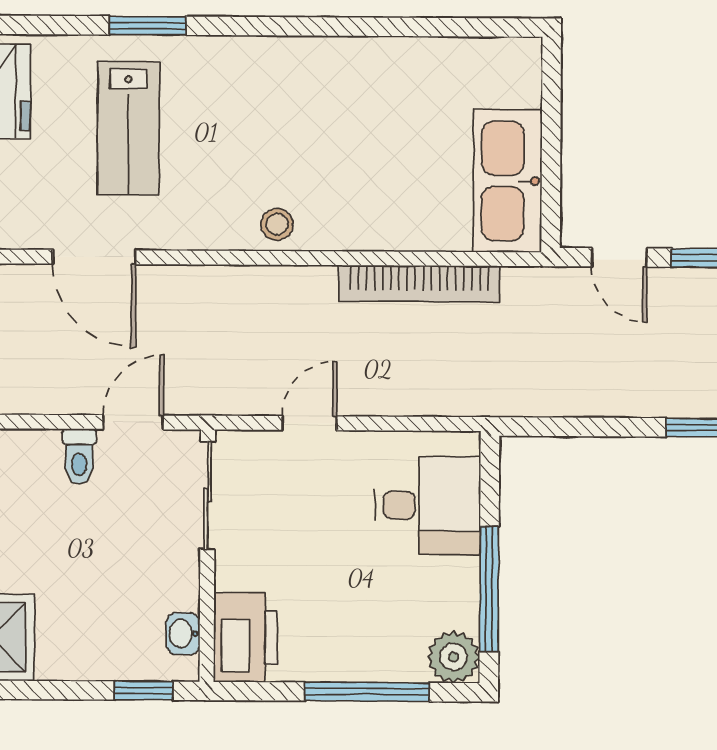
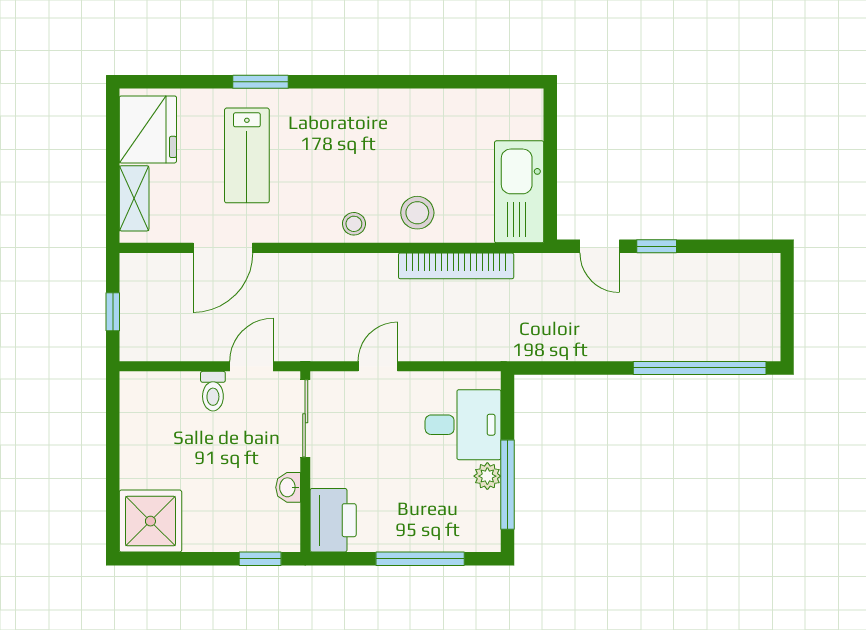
stool: (365, 209) -> (417, 213), added
door: (94, 257) -> (223, 248), hinge flipped
washbasin: (183, 634) -> (288, 487), moved
plant: (454, 657) -> (487, 476), moved, width x0.73, depth x0.73

